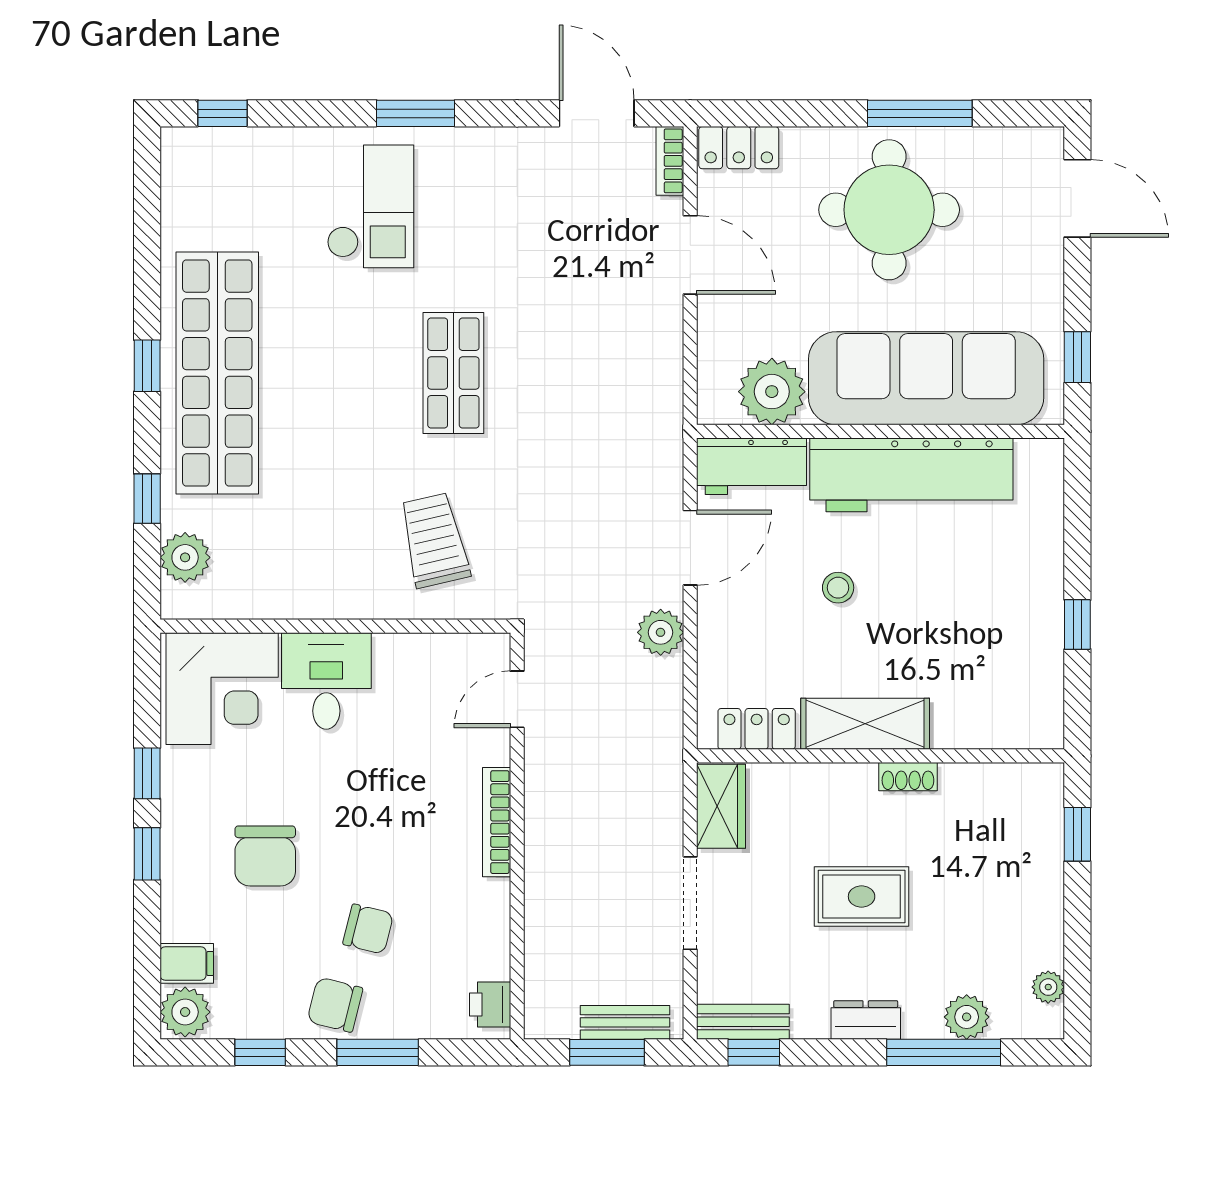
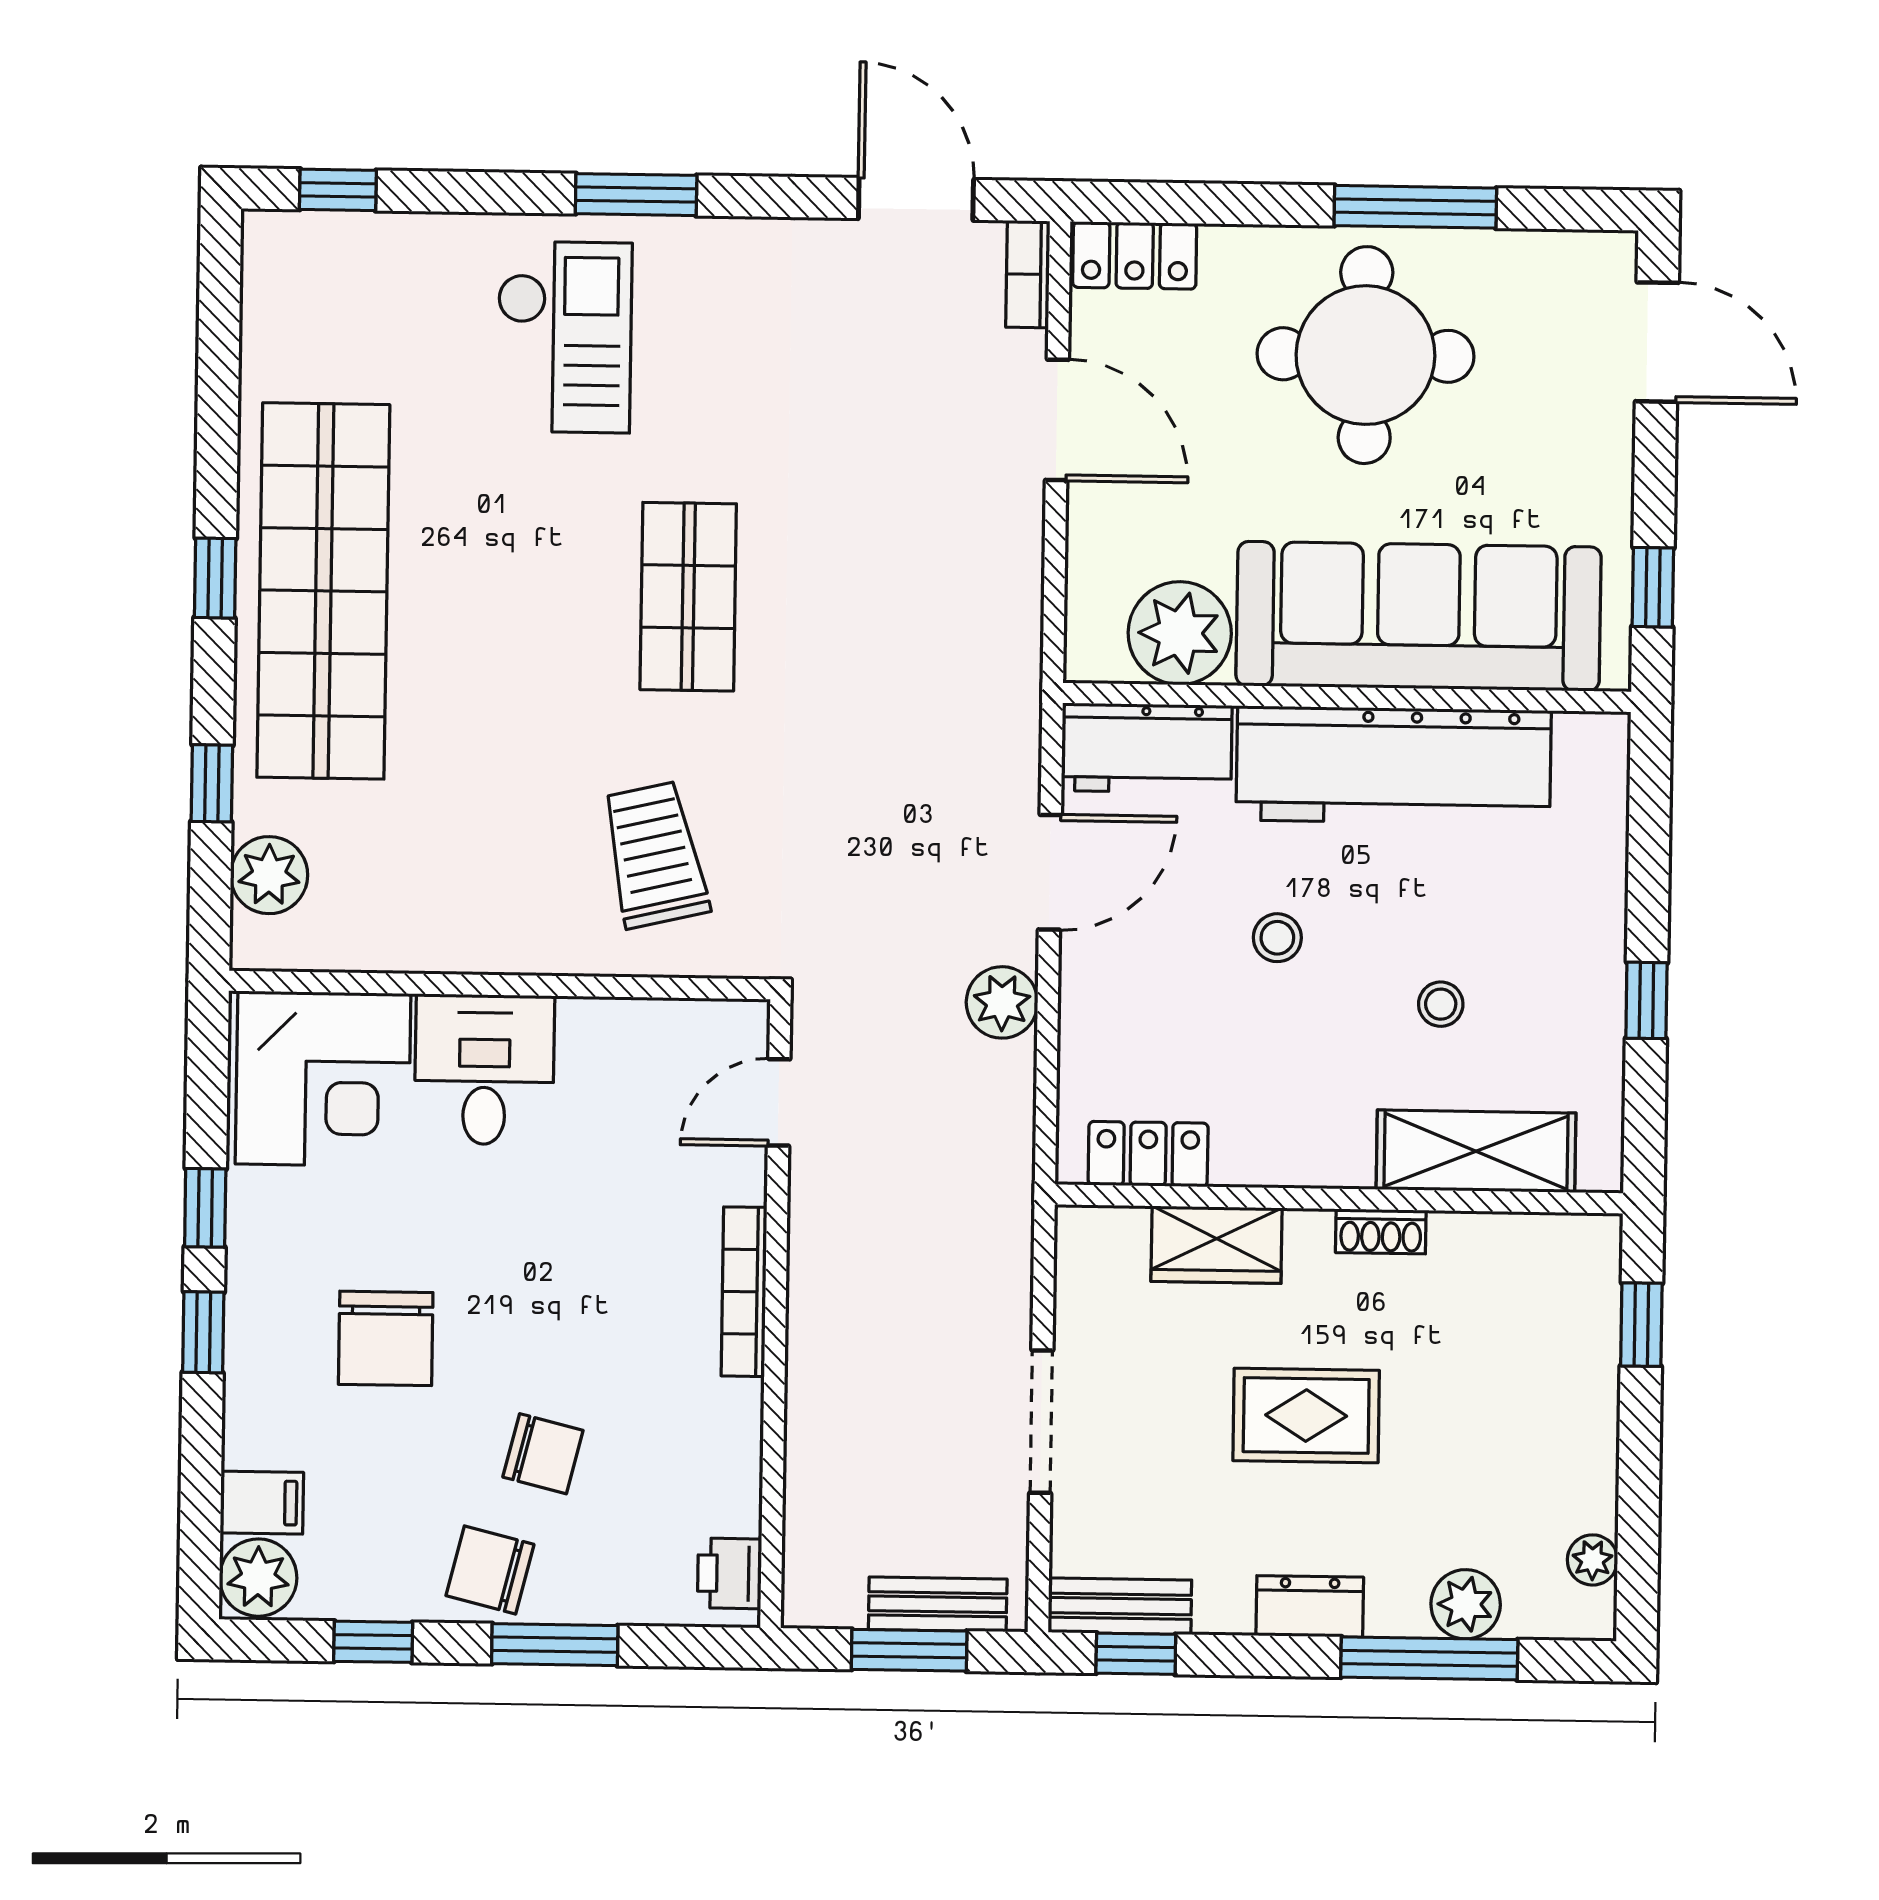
stool: (944, 629) -> (1441, 1004), added
shelving: (865, 724) -> (1476, 1151), moved
wardrobe: (721, 806) -> (1217, 1245), moved, turned 90

